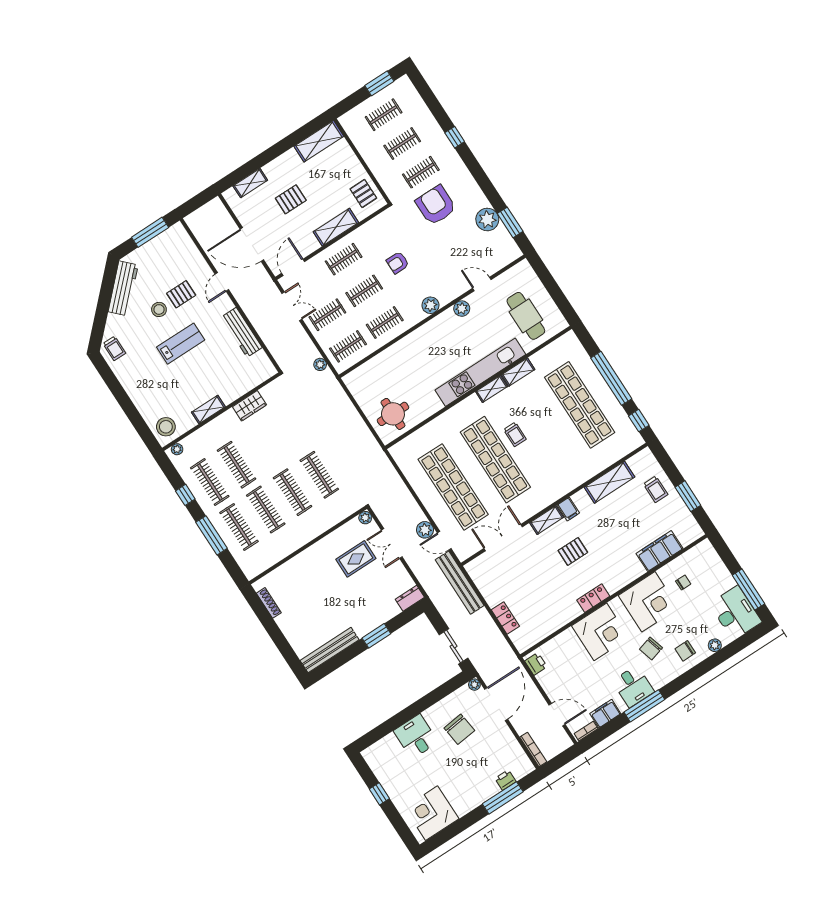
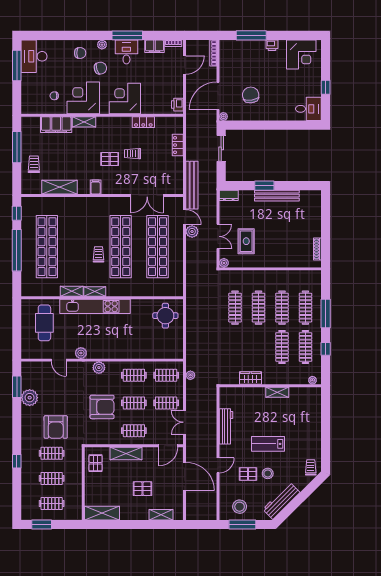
armchair: (398, 263) -> (102, 407), width x1.88, depth x1.88
stool: (166, 427) -> (240, 507), moved
window: (688, 496) -> (17, 147), width x1.44
shelving: (547, 520) -> (84, 122), moved
rug: (356, 559) -> (246, 241), turned 90
trolley: (551, 575) -> (132, 154), added
locker: (593, 598) -> (143, 122), moved
plant: (715, 645) -> (102, 45), moved
bench: (329, 650) -> (277, 196), moved
door: (557, 715) -> (185, 65), swing flipped
desk: (416, 737) -> (308, 109), moved, turned -90
printer: (505, 780) -> (272, 45), moved

